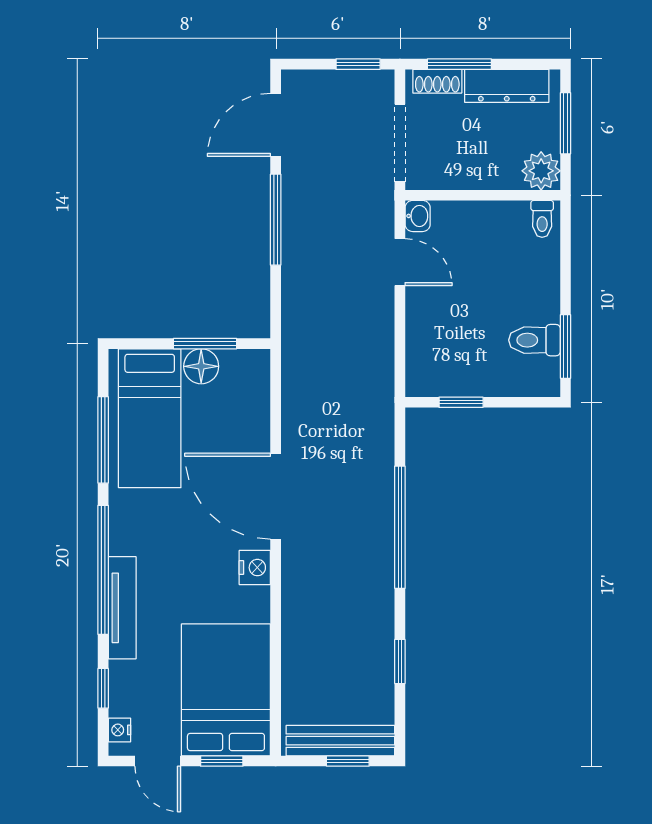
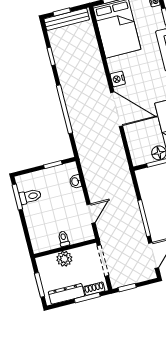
plant: (541, 171) -> (64, 259), moved
washbasin: (418, 216) -> (75, 182), moved
toilet: (542, 219) -> (64, 239), moved
door: (400, 262) -> (91, 214), swing flipped

